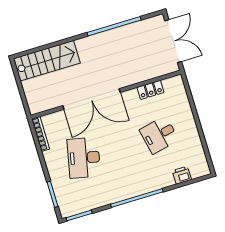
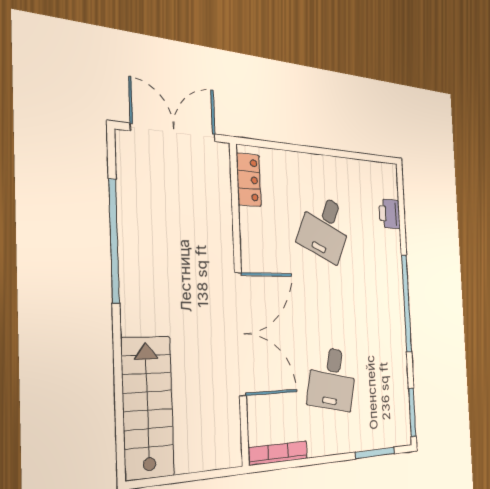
locker: (150, 90) -> (249, 180), moved
desk: (159, 135) -> (325, 228), turned 36
desk: (84, 158) -> (332, 379), width x0.73

